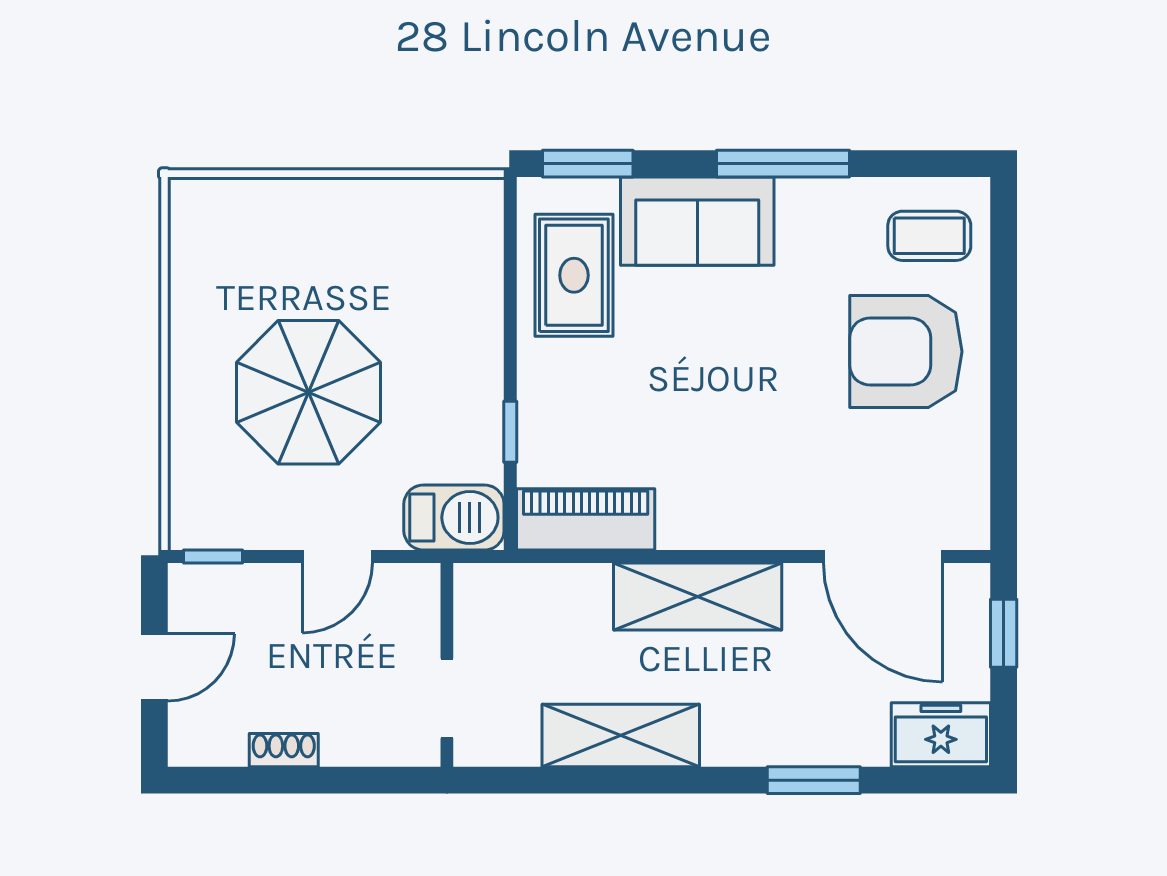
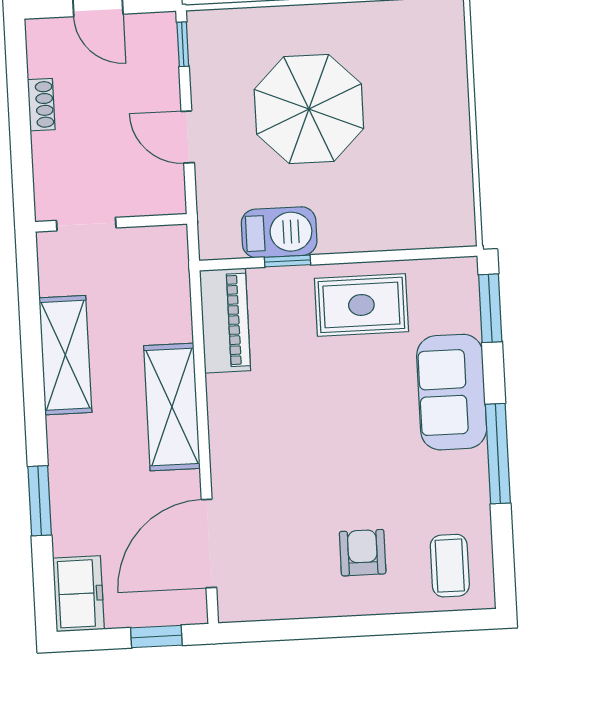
rug: (574, 275) -> (361, 305), moved
armchair: (906, 352) -> (363, 553), width x0.53, depth x0.53
barbecue: (454, 518) -> (279, 232), moved, turned -90

